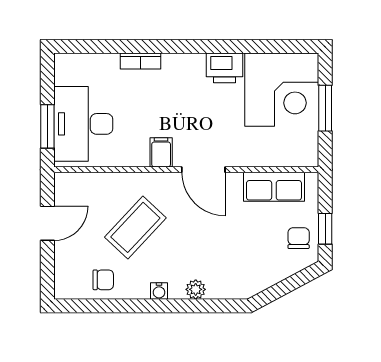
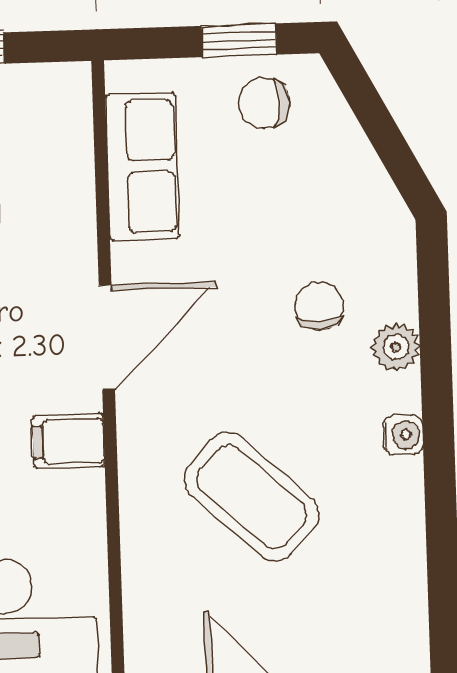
chair: (103, 280) -> (319, 306), moved

